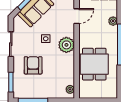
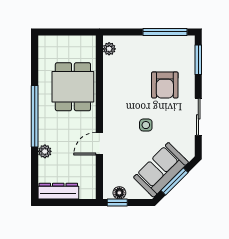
door: (77, 16) -> (99, 144), moved
plant: (66, 45) -> (115, 116), removed

